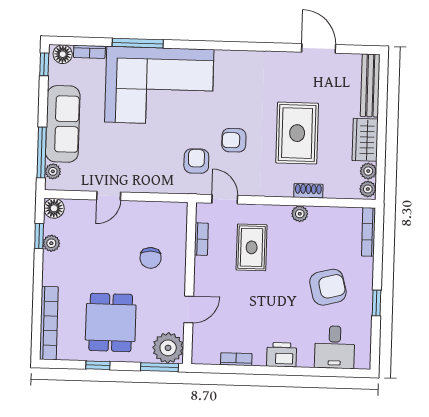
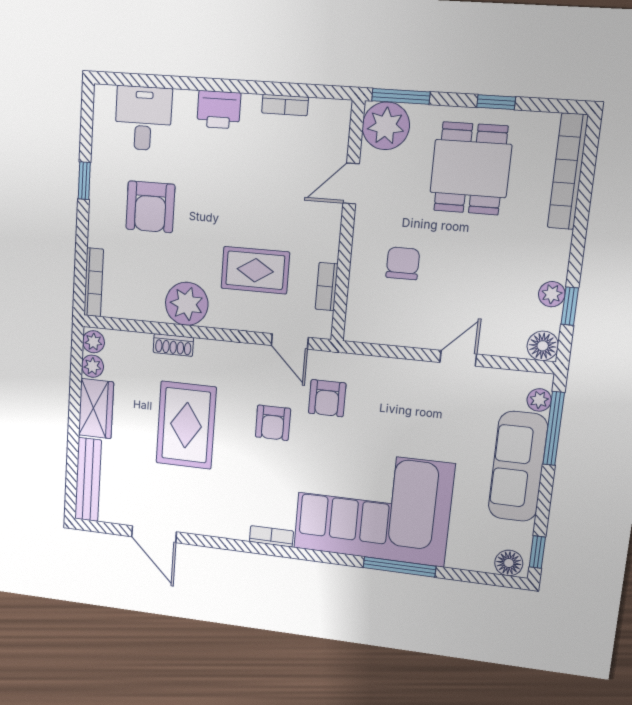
bookcase: (89, 52) -> (271, 536), moved
armchair: (234, 140) -> (273, 423), turned 90
plant: (300, 214) -> (187, 304), width x1.88, depth x1.88
rug: (252, 247) -> (255, 270), turned 90
armchair: (328, 287) -> (150, 207), turned -76

